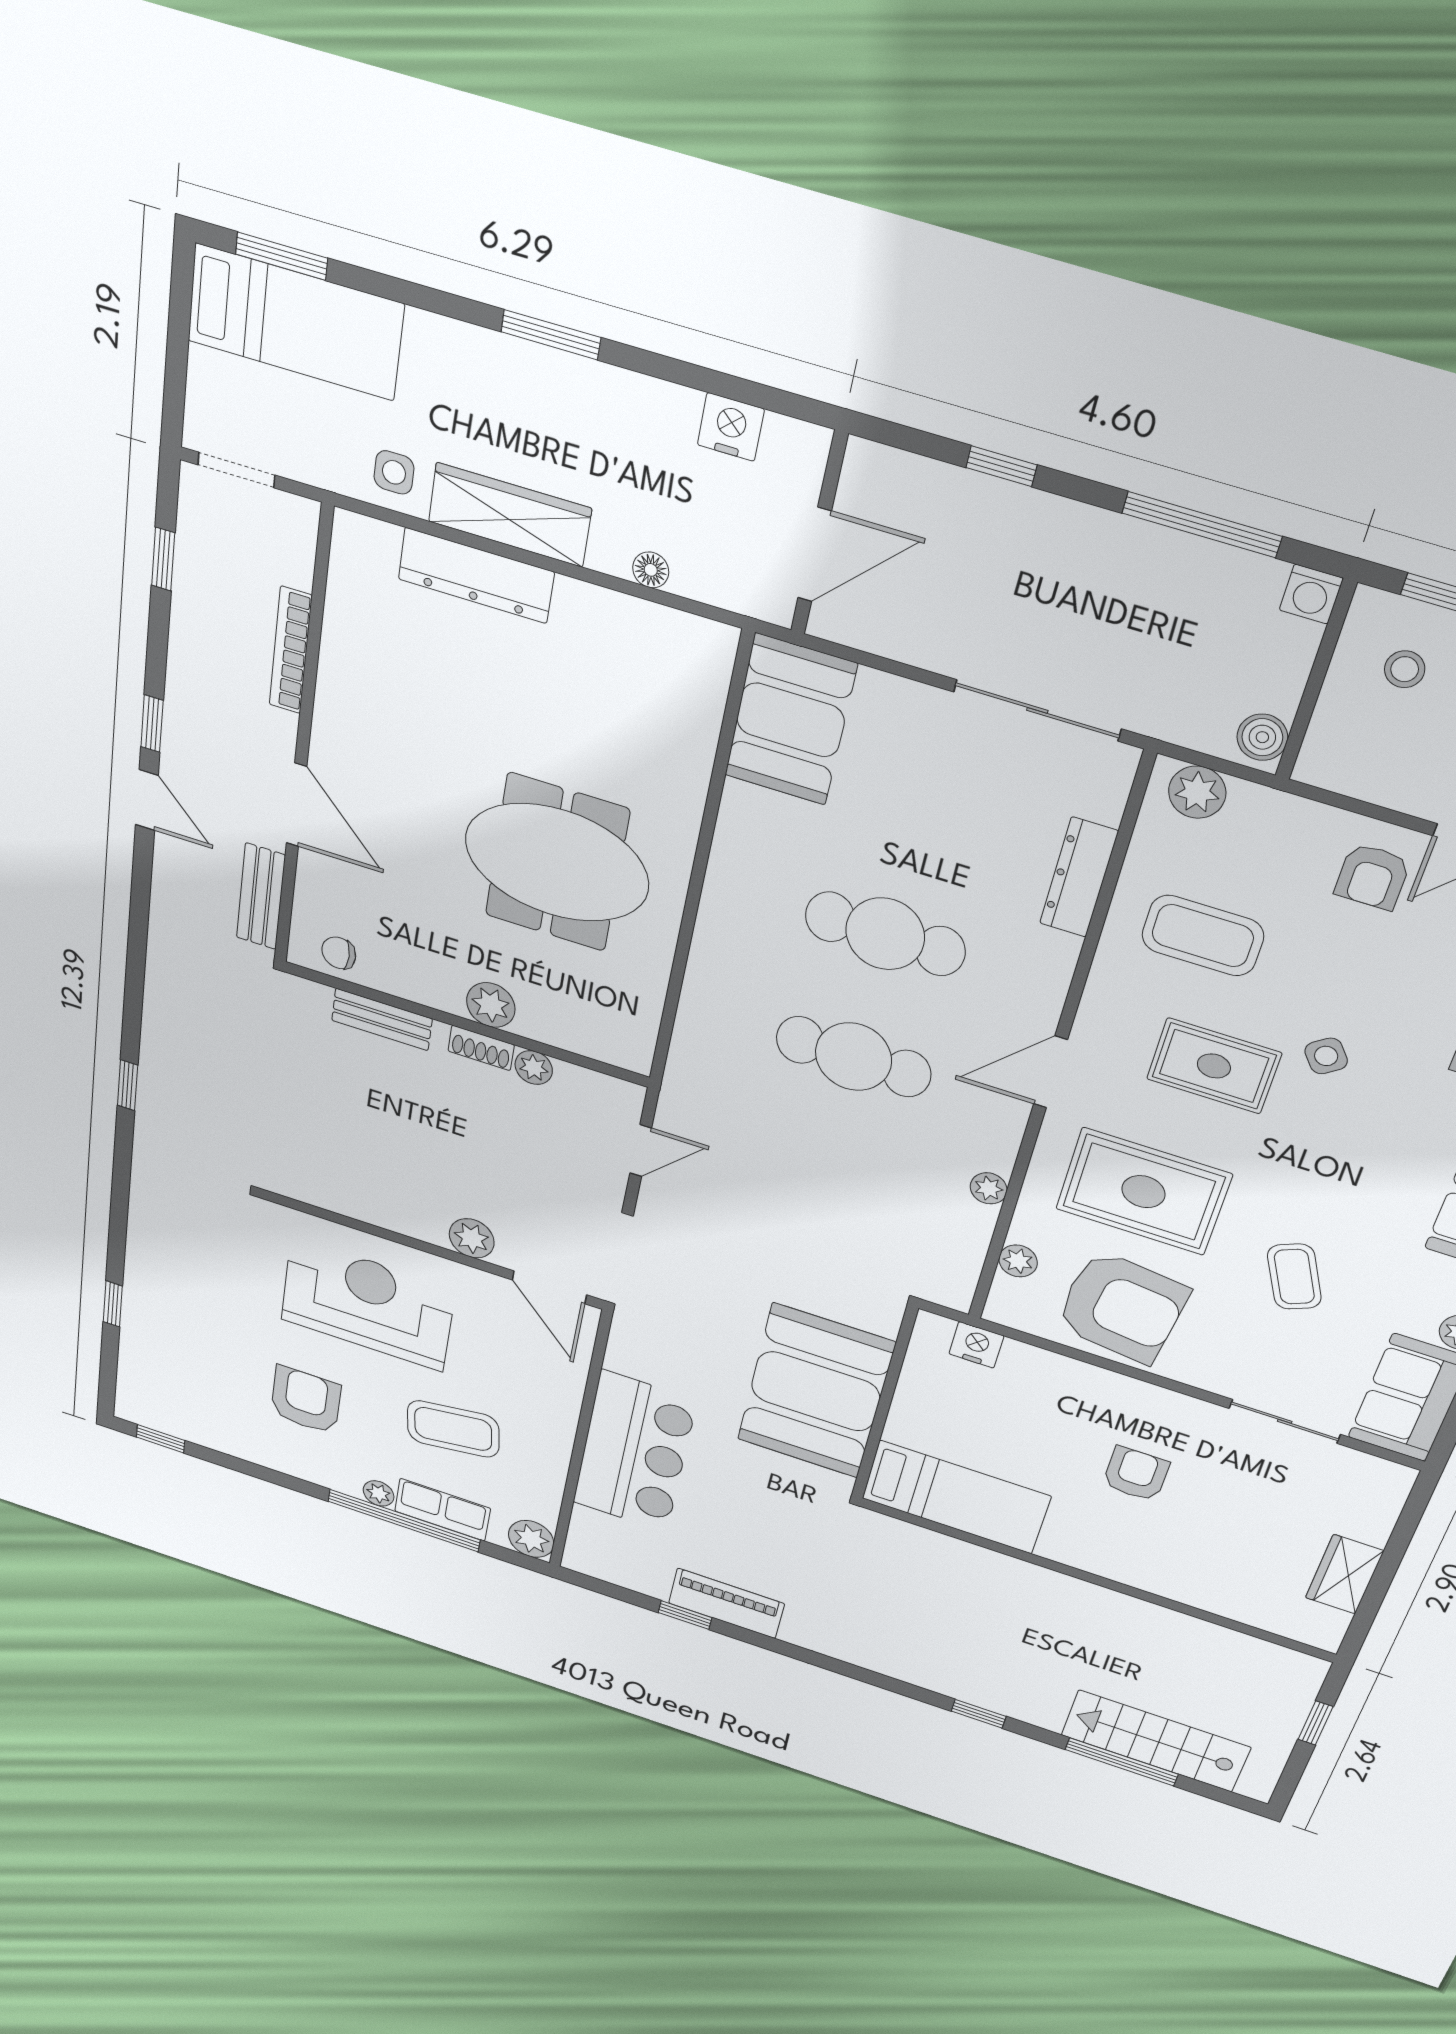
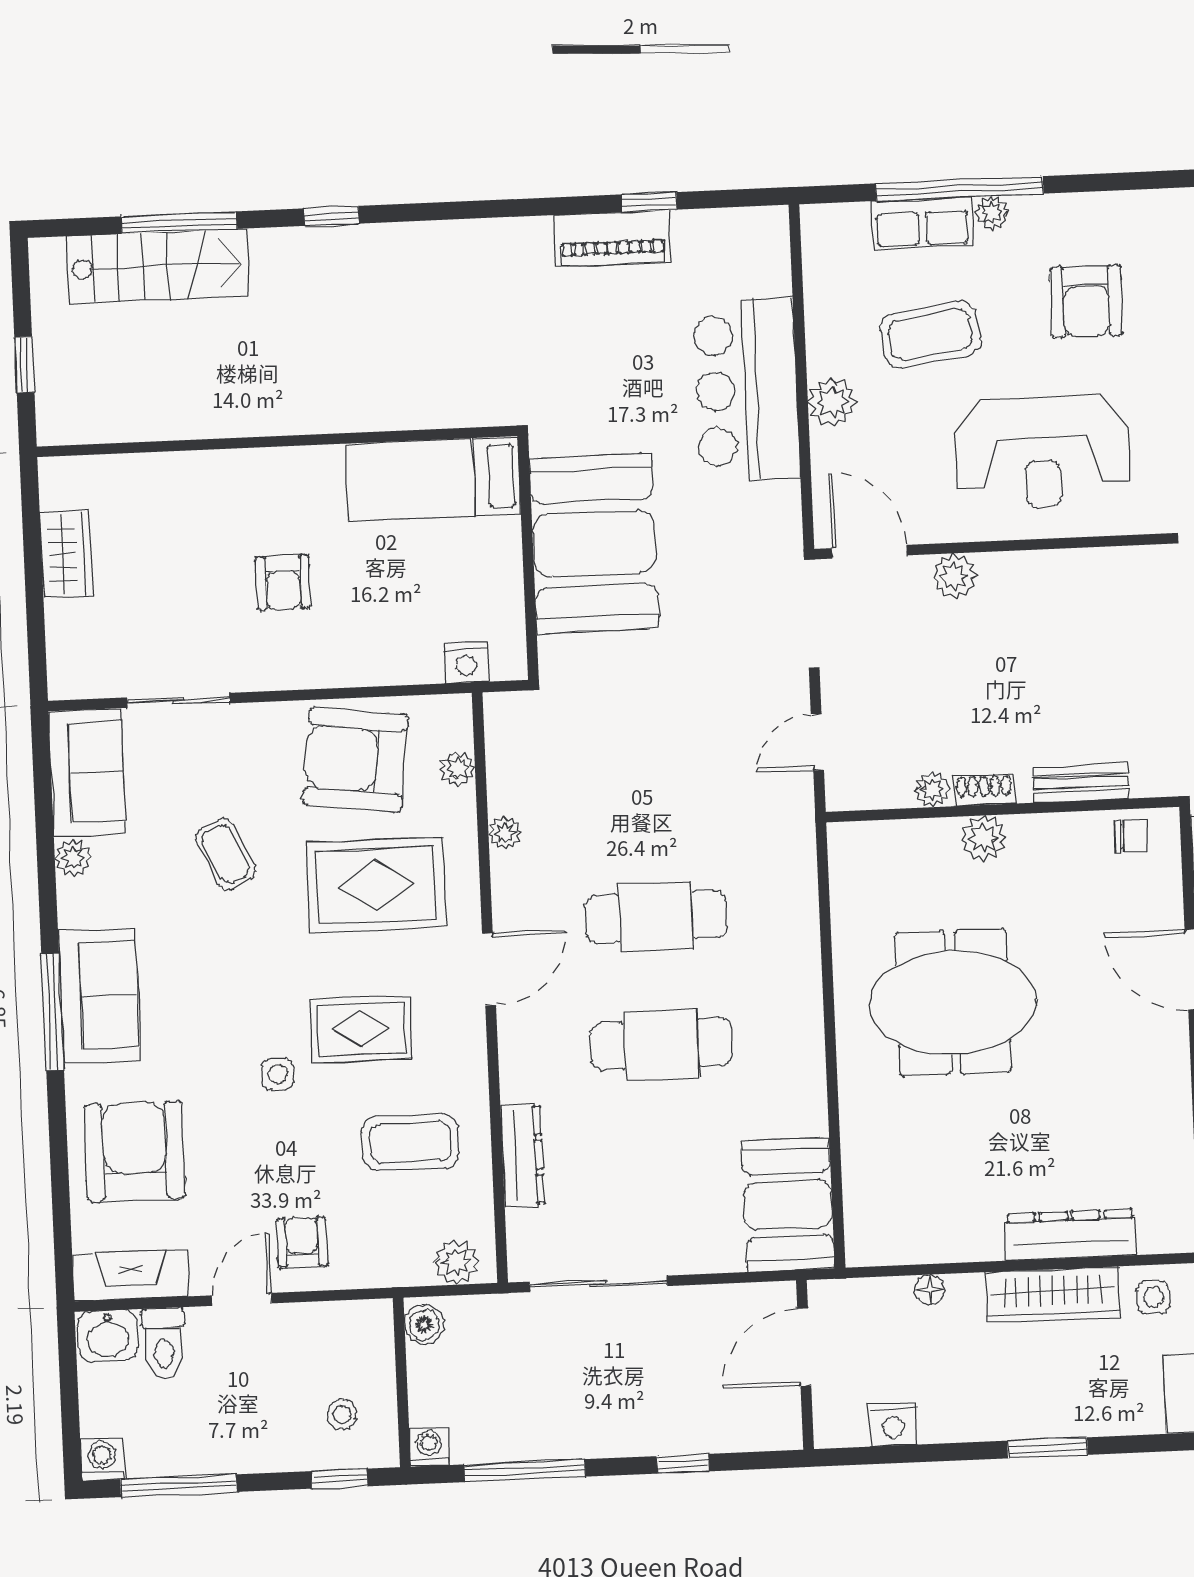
side table: (1326, 1056) -> (278, 1074), turned 37
plant: (531, 1539) -> (832, 402), moved

